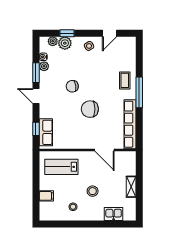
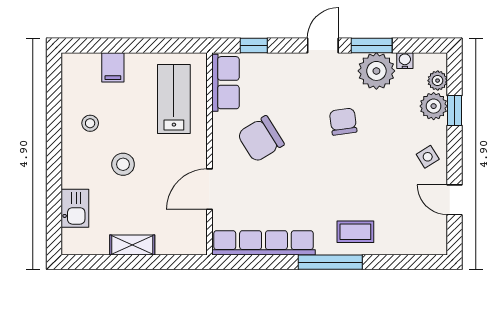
plant: (44, 66) -> (376, 71), width x1.87, depth x1.87
chair: (90, 109) -> (261, 139), moved, turned -122
row of seats: (46, 132) -> (225, 83), moved, turned -90

